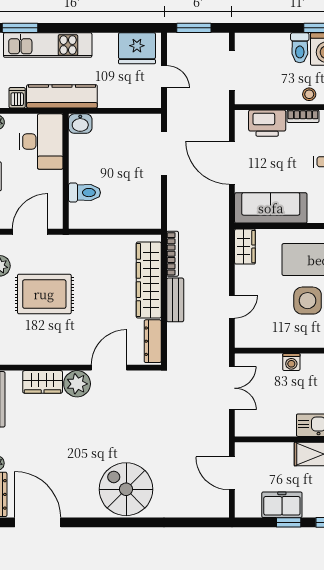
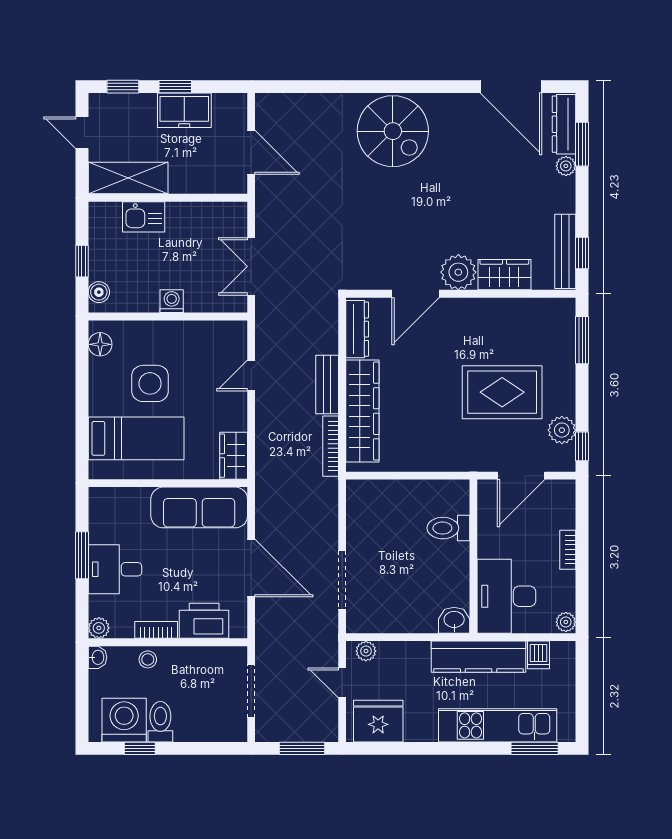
plant: (146, 101) -> (366, 651), added

